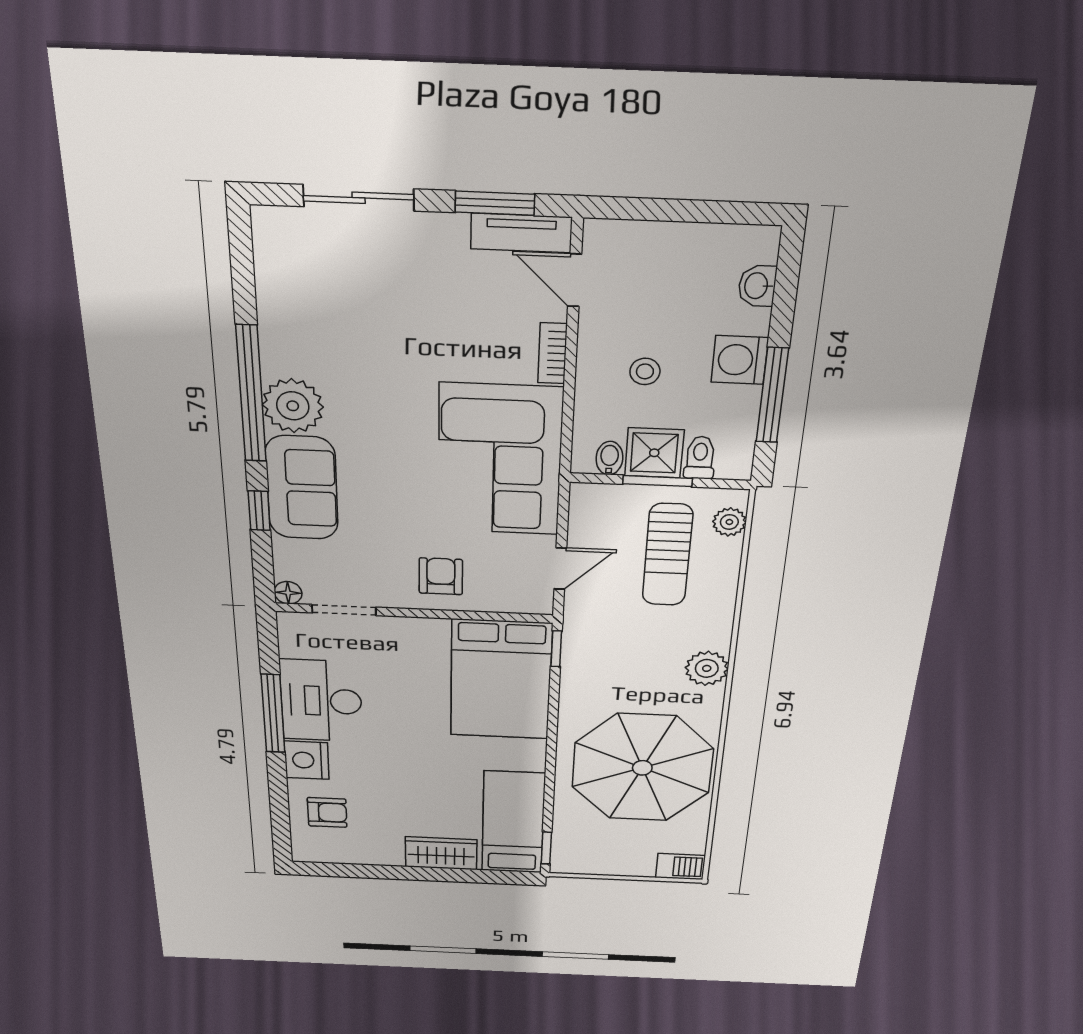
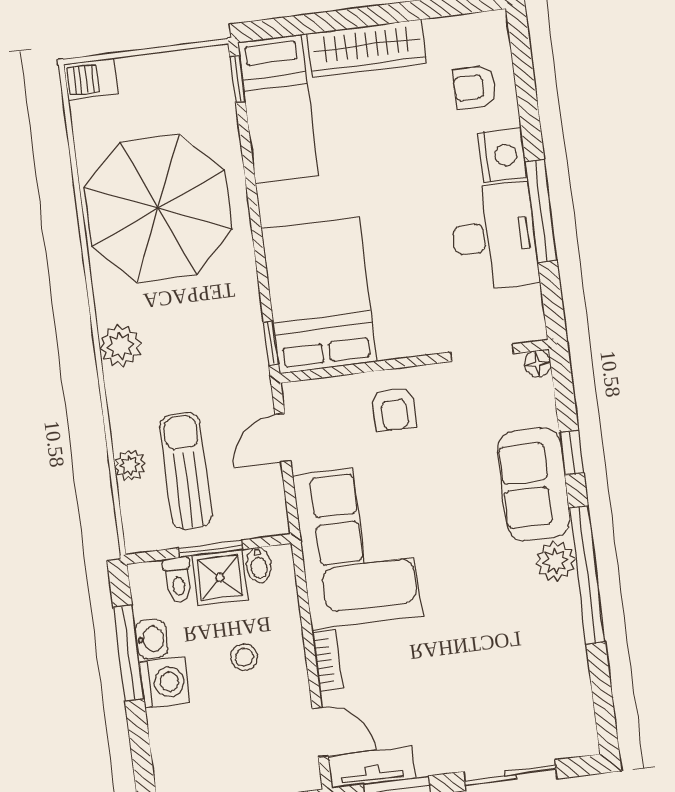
washbasin: (757, 286) -> (151, 639), moved
plant: (293, 406) -> (556, 561), width x0.73, depth x0.73
plant: (729, 522) -> (130, 465), moved
wardrobe: (441, 853) -> (367, 48), width x1.50

